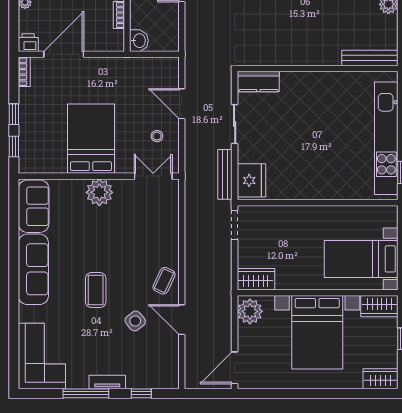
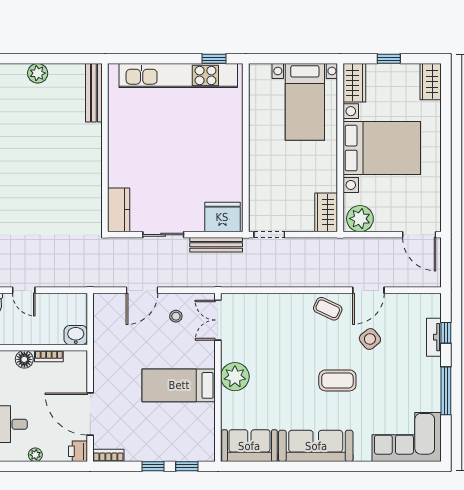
bed: (91, 139) -> (179, 385), width x0.67
tv unit: (107, 382) -> (434, 337), moved

